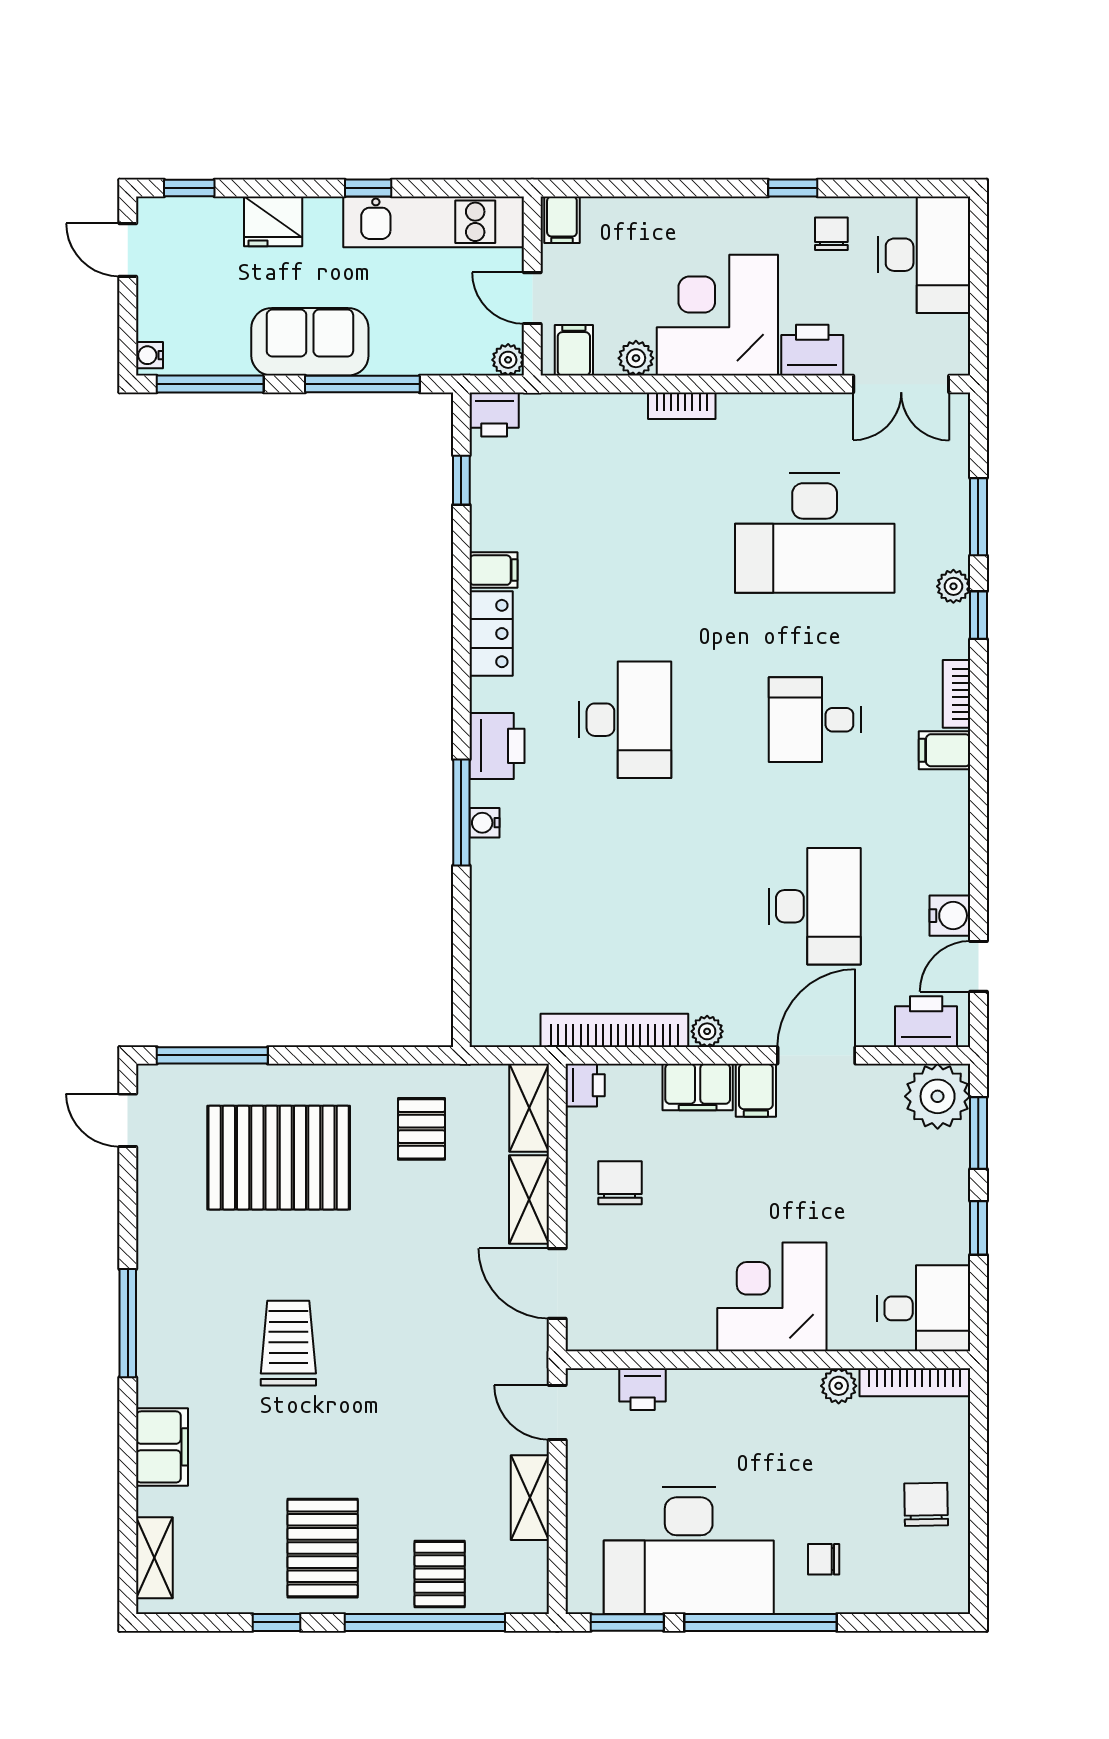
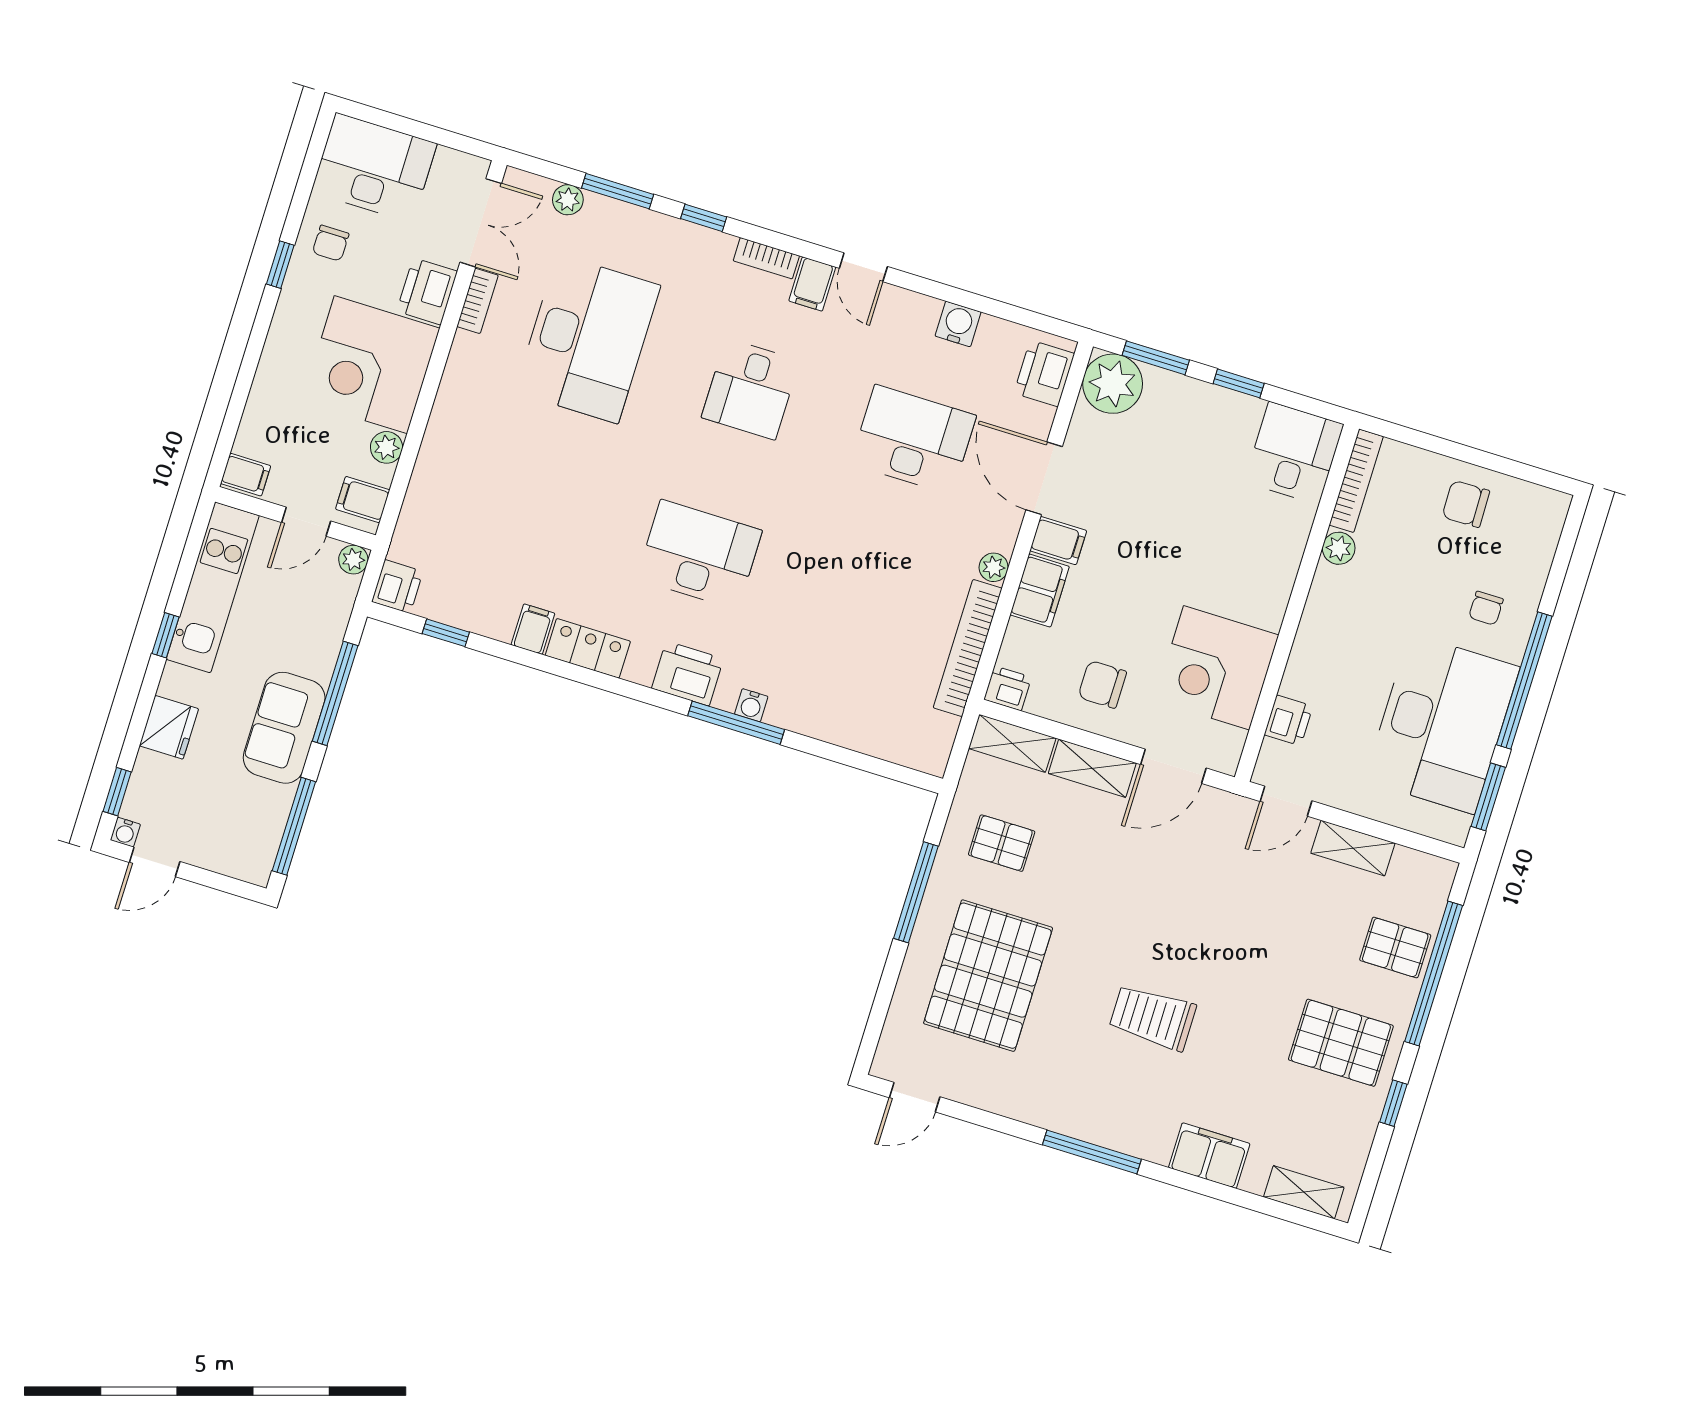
chair: (831, 234) -> (331, 243), turned -90
water cooler: (149, 355) -> (125, 832), moved
bookcase: (682, 406) -> (477, 301), moved
plant: (953, 586) -> (568, 200), moved
door: (978, 966) -> (863, 267), moved
window: (212, 1055) -> (916, 892), moved
corner desk: (772, 1297) -> (1217, 668), moved

